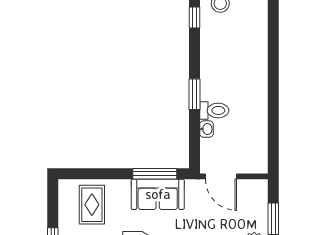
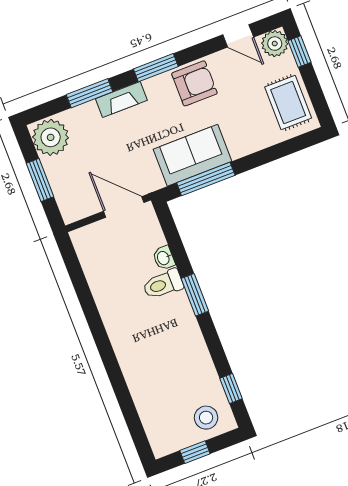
rug: (92, 205) -> (288, 103), moved

